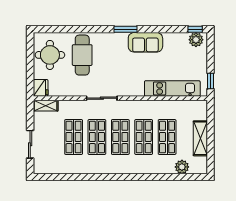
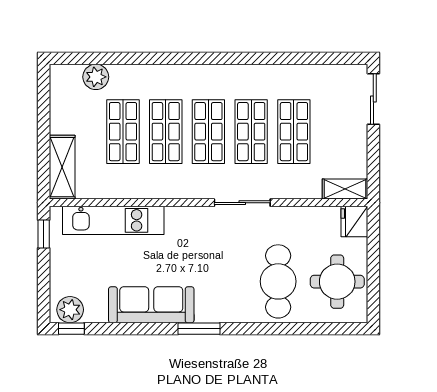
sofa: (145, 42) -> (151, 305), width x1.36
shelving: (200, 138) -> (62, 167), moved
sliding door: (30, 144) -> (373, 99), moved

